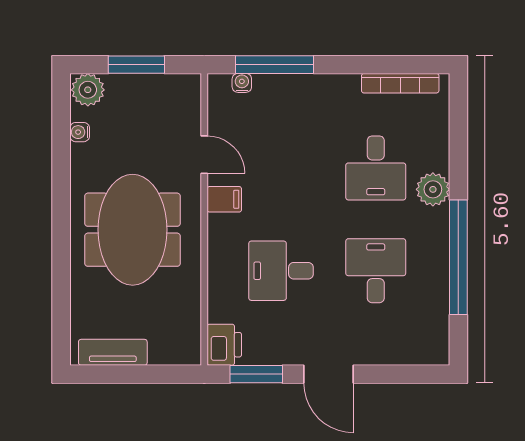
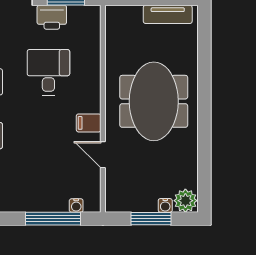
water cooler: (80, 132) -> (165, 205), moved, turned 90
desk: (281, 271) -> (48, 72), turned -90
printer: (224, 345) -> (52, 17), moved, turned -90

